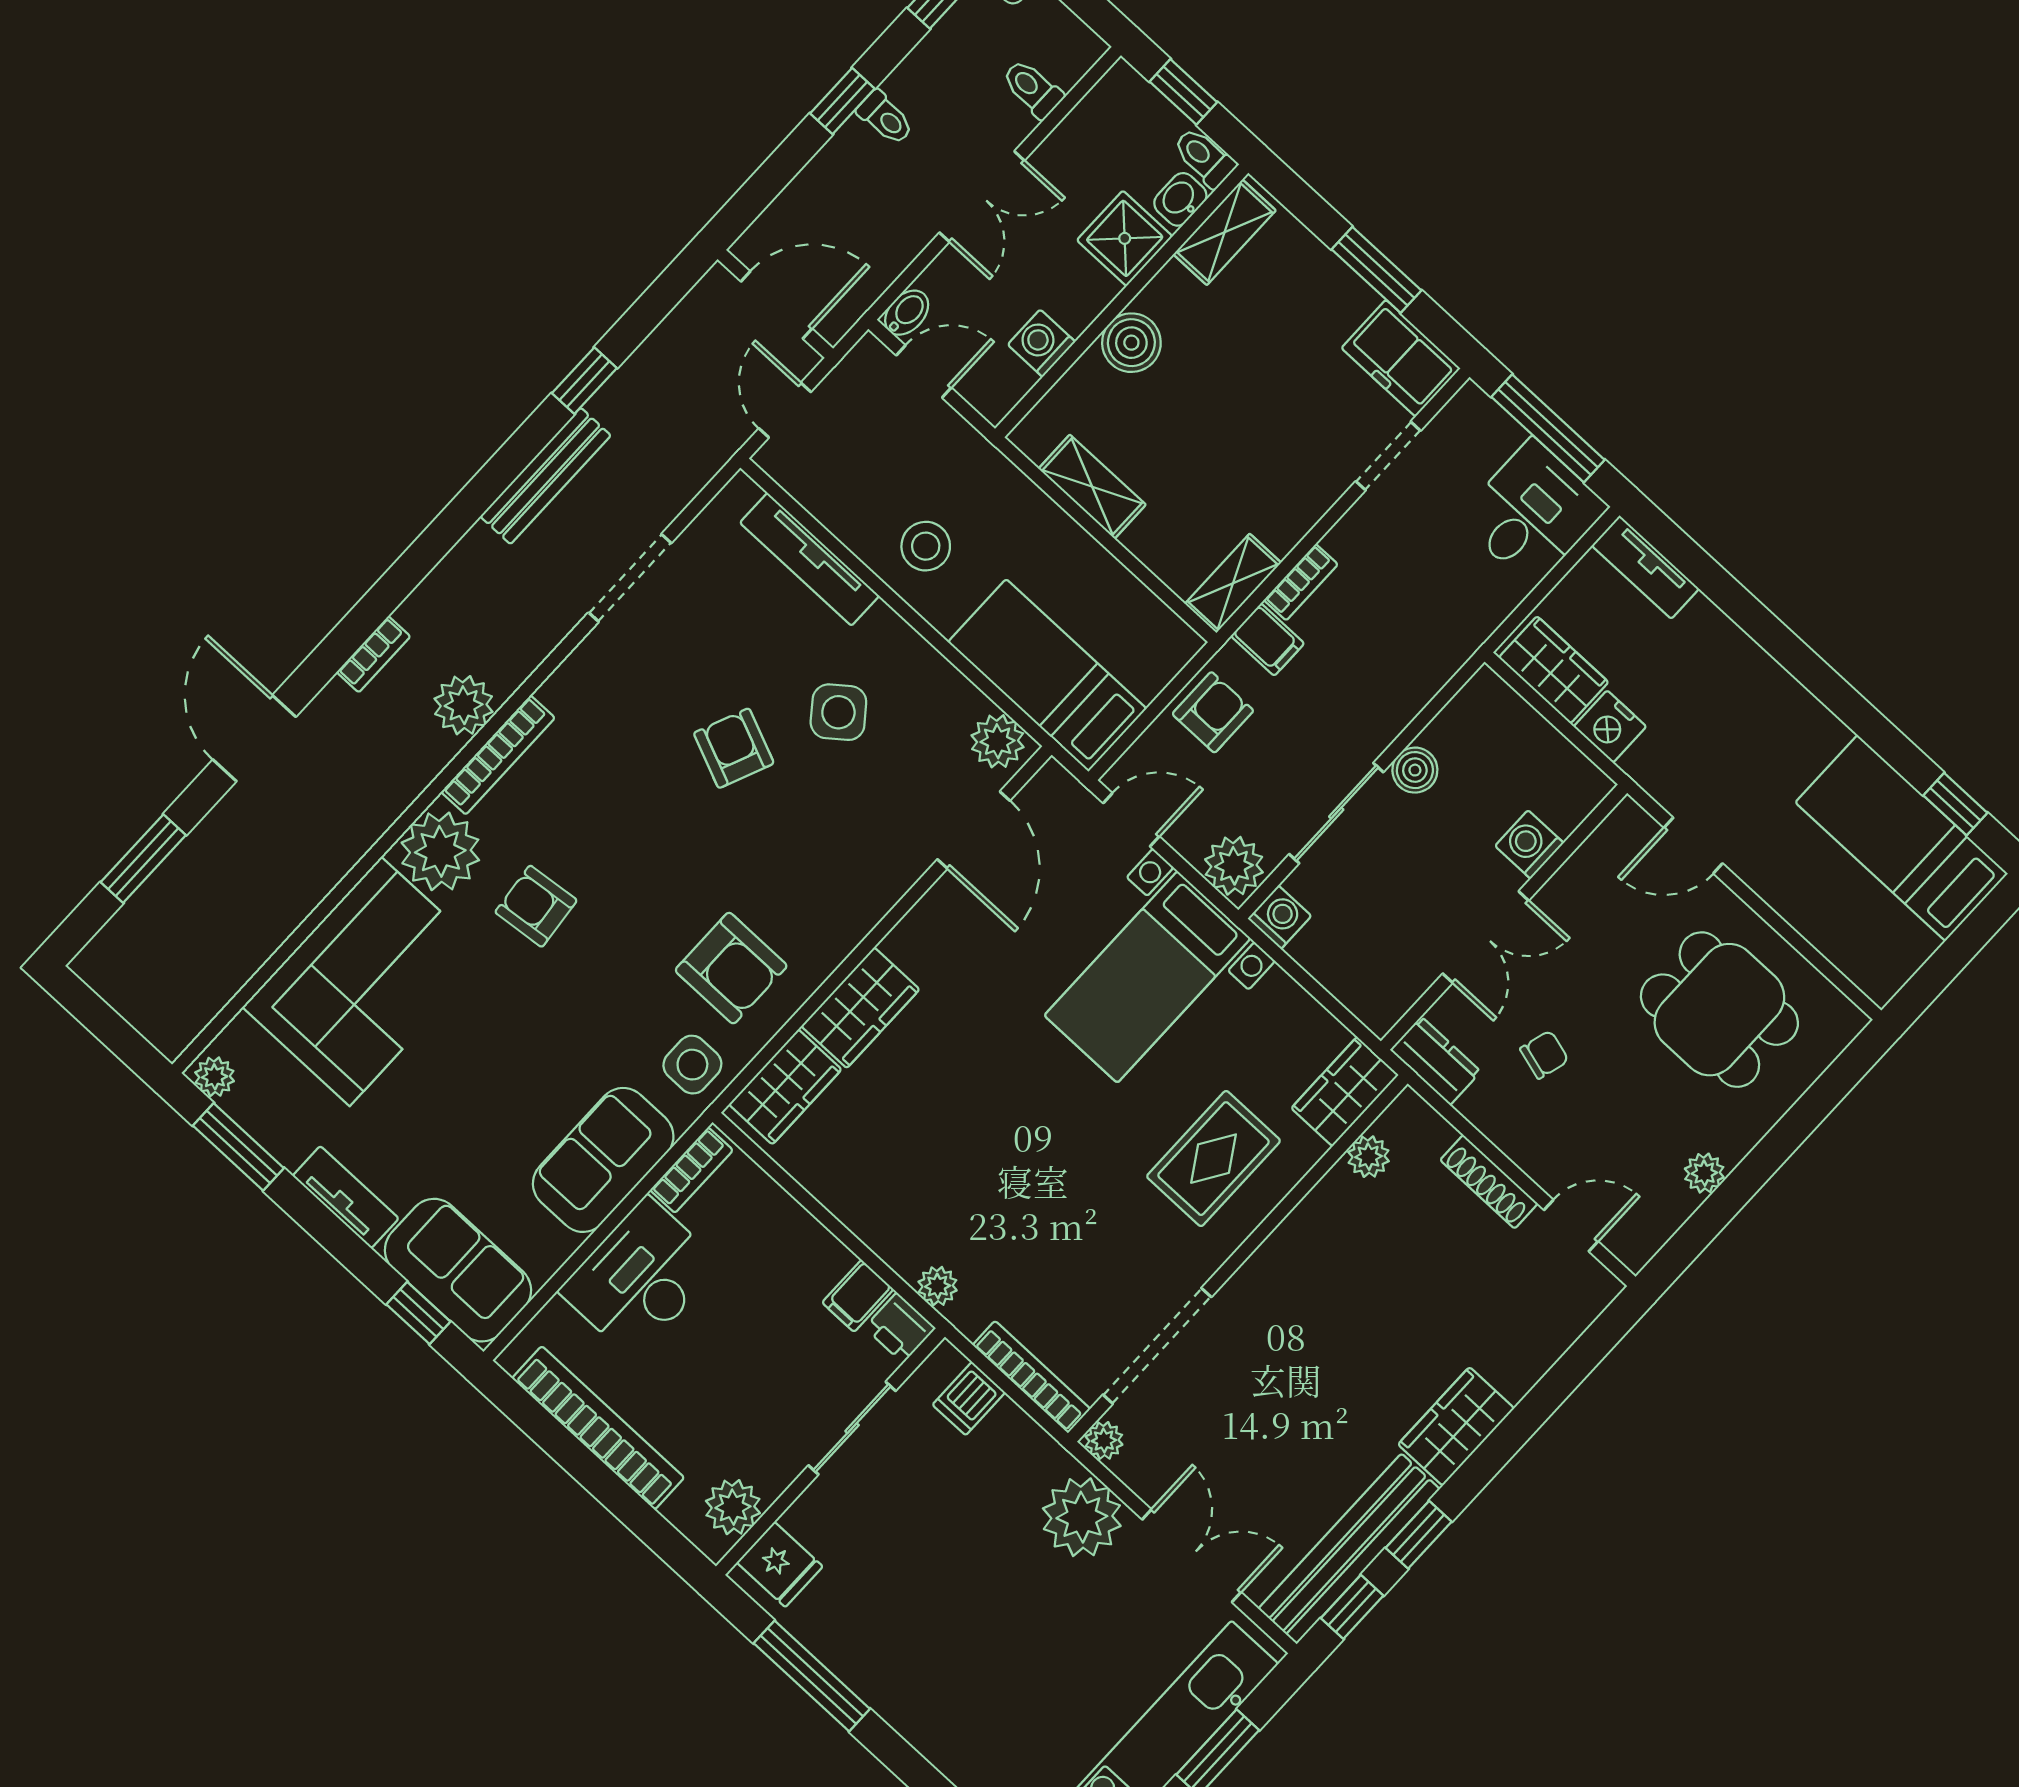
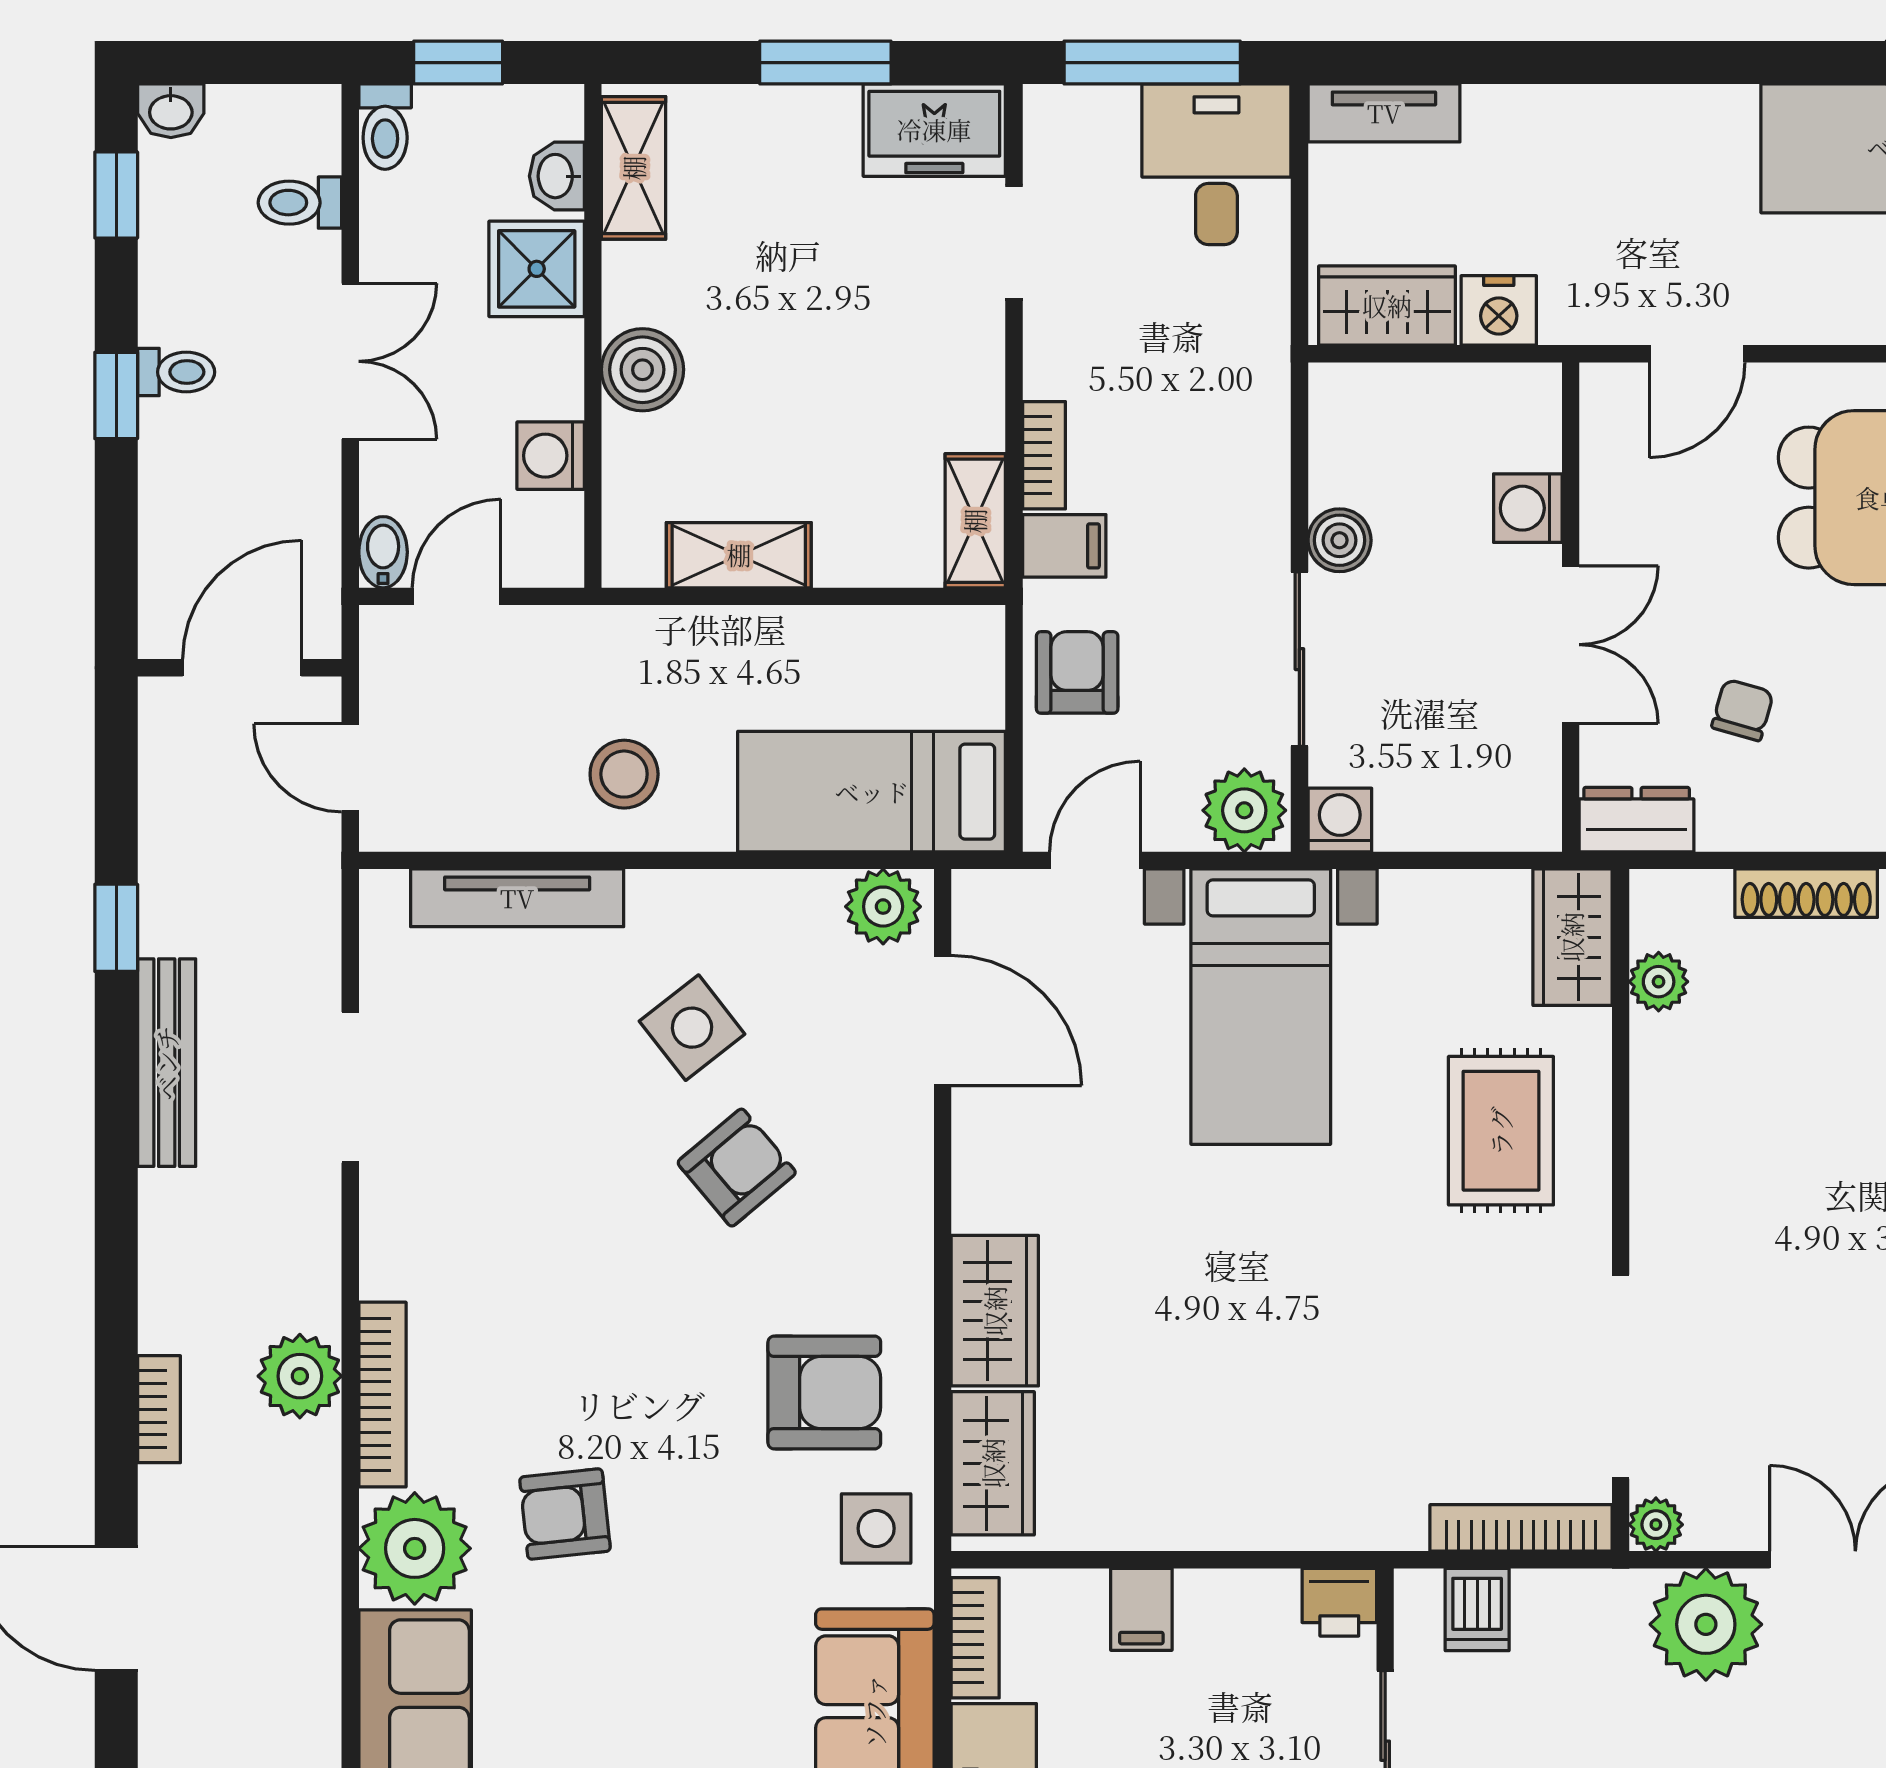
toilet: (1204, 157) -> (385, 127), moved, turned -90
armchair: (734, 748) -> (737, 1168), moved, turned 117
plant: (938, 1286) -> (1338, 1524), removed
filing cabinet: (858, 1296) -> (1141, 1609), moved

